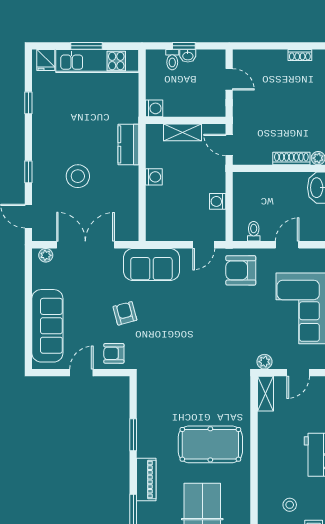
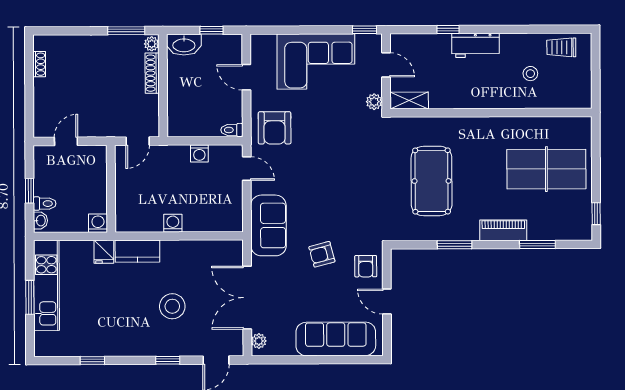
washbasin: (188, 56) -> (40, 221), moved
fridge: (46, 60) -> (104, 252), moved, turned 90
shelving: (182, 132) -> (124, 192), removed
toilet: (254, 231) -> (232, 130), moved
pool table: (210, 444) -> (432, 181), moved

